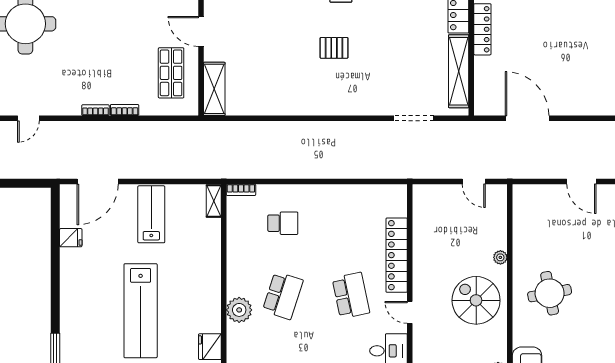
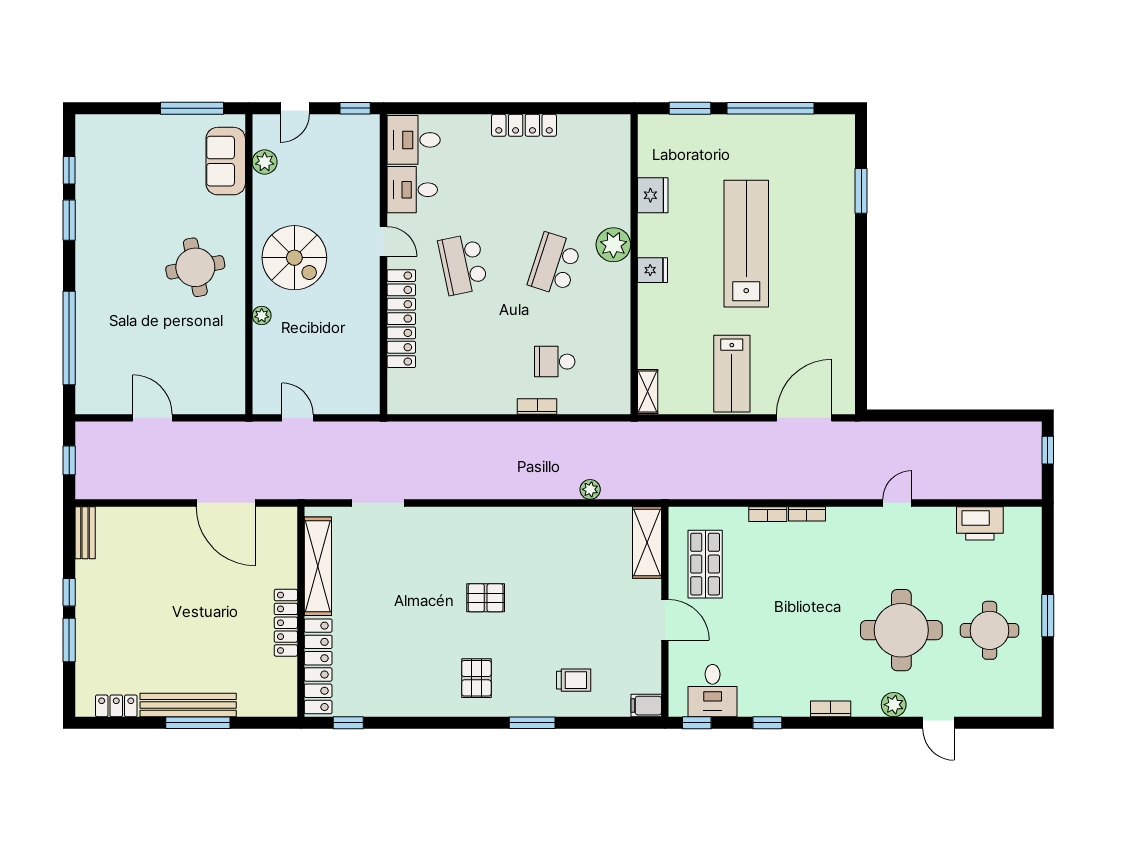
plant: (256, 128) -> (590, 489), added
bookcase: (241, 190) -> (537, 406), moved
fridge: (71, 238) -> (653, 270), moved, turned 180

